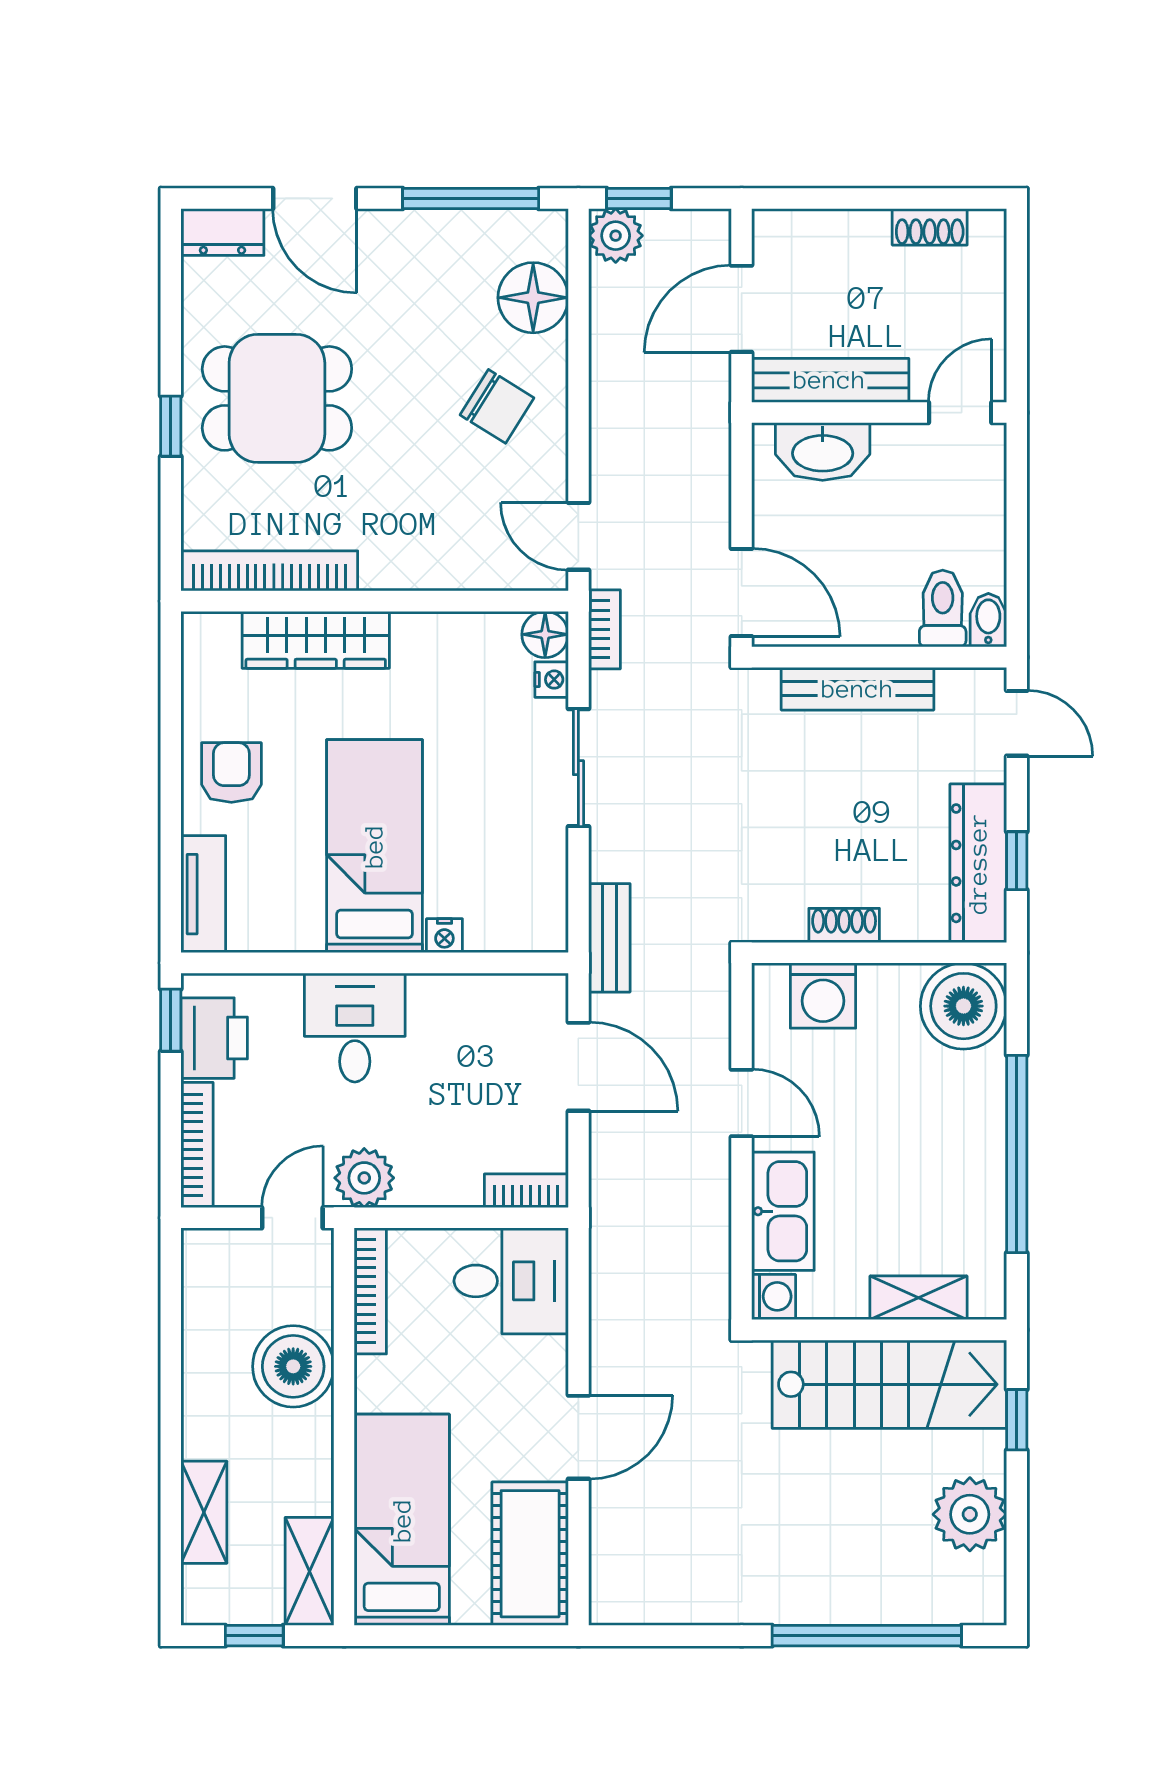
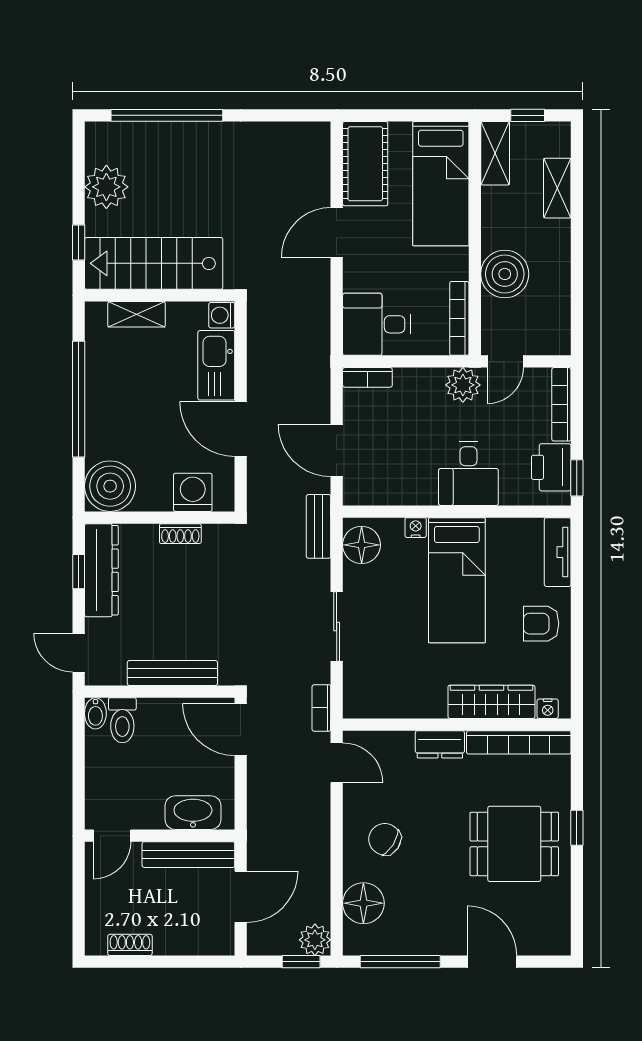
dresser: (222, 232) -> (440, 744), moved, turned 180
floor lamp: (545, 634) -> (362, 545), moved, width x1.38, depth x1.38
nightstand: (552, 680) -> (548, 709), moved, turned -90
armchair: (231, 773) -> (541, 624), turned 90
door: (742, 1103) -> (241, 429), width x1.38

